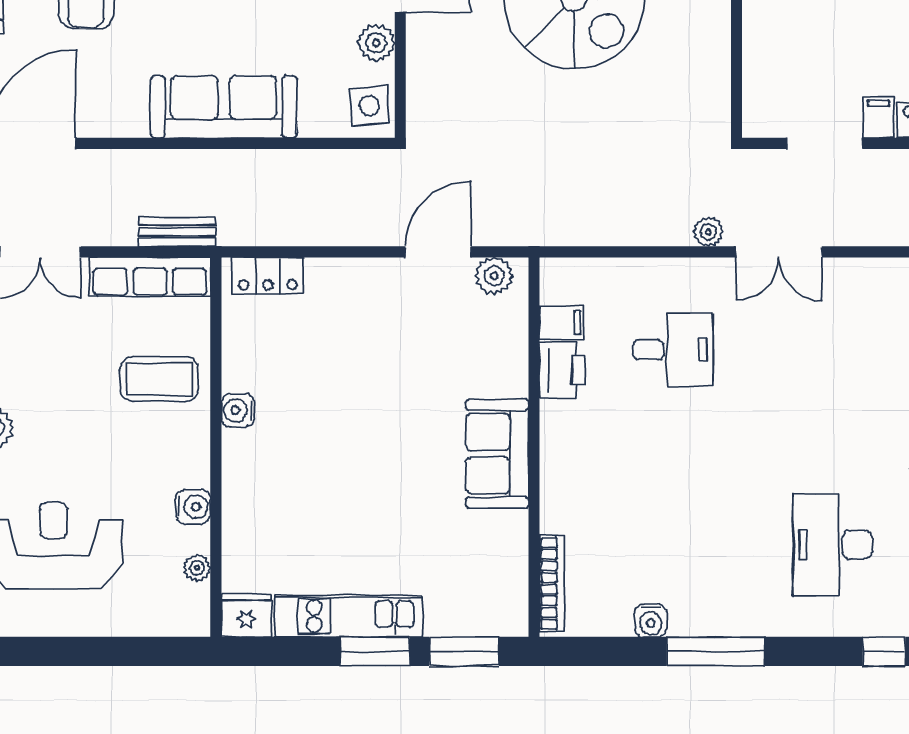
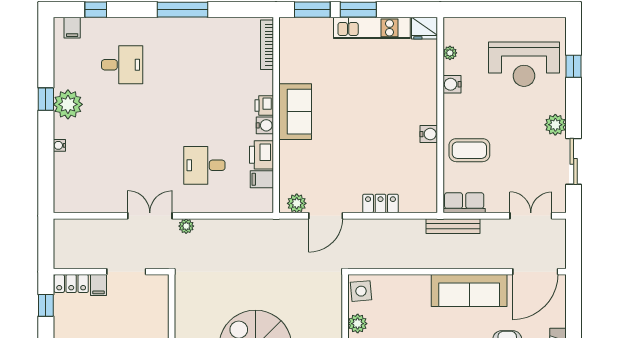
sofa: (224, 107) -> (469, 290), moved
bench: (177, 232) -> (453, 226), width x1.36
locker: (268, 276) -> (380, 203), moved
row of seats: (150, 277) -> (464, 203), width x0.68
printer: (557, 466) -> (264, 105), added
desk: (833, 545) -> (122, 65), width x0.73
water cooler: (651, 621) -> (265, 125), moved, turned 90

